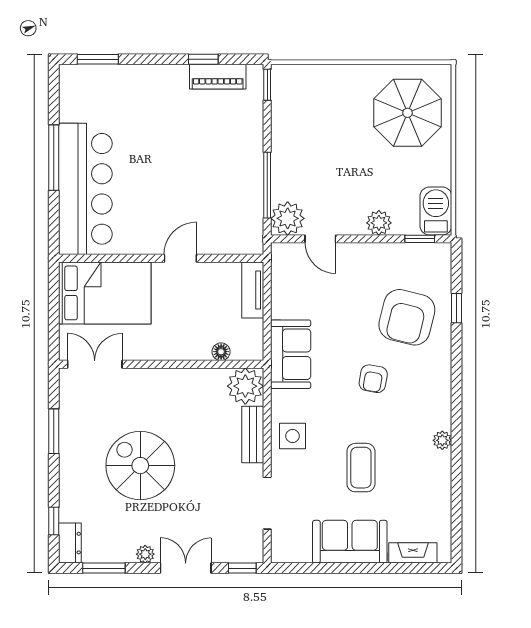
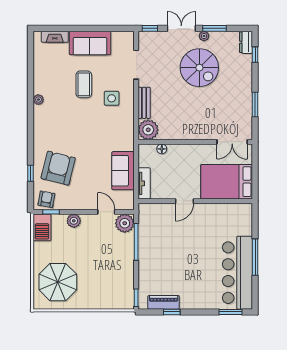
bar counter: (85, 189) -> (237, 273), moved
sofa: (291, 354) -> (123, 171), moved
armchair: (373, 379) -> (46, 199), moved
side table: (292, 436) -> (112, 98), moved
spiral stairs: (140, 466) -> (199, 68), moved
window: (104, 568) -> (215, 28), moved
double door: (186, 568) -> (181, 28), swing flipped

